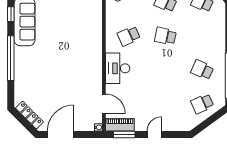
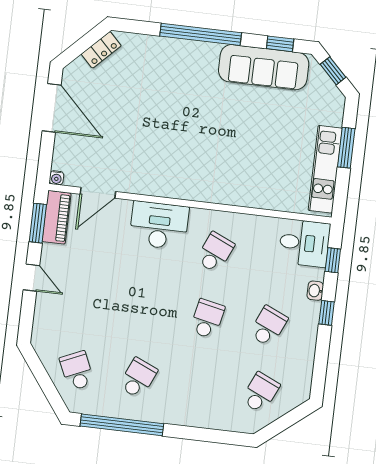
school desk: (129, 36) -> (215, 252), turned 48
locker: (29, 115) -> (101, 50), width x0.66

